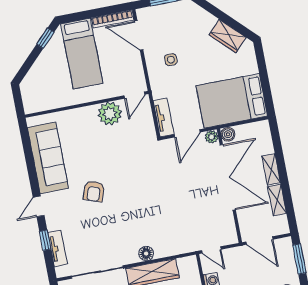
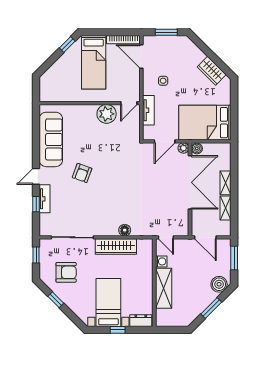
tv unit: (163, 117) -> (148, 110), moved
tv unit: (58, 248) -> (45, 199), moved
floor lamp: (146, 254) -> (125, 230), moved

